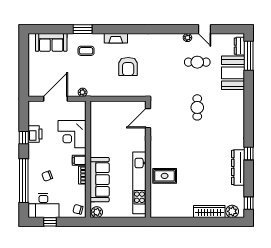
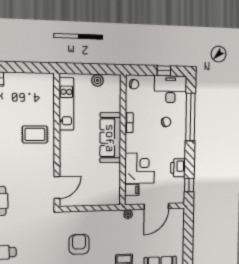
window: (24, 138) -> (189, 185), moved
filing cabinet: (79, 160) -> (132, 190), moved
rug: (165, 176) -> (35, 134), moved
sofa: (100, 180) -> (110, 138), moved
kitchen unit: (139, 183) -> (66, 104), width x0.73
plant: (97, 212) -> (98, 80), moved

